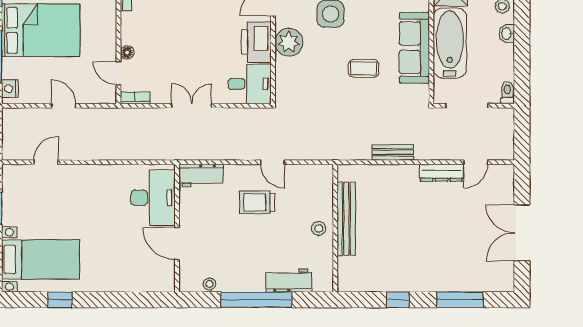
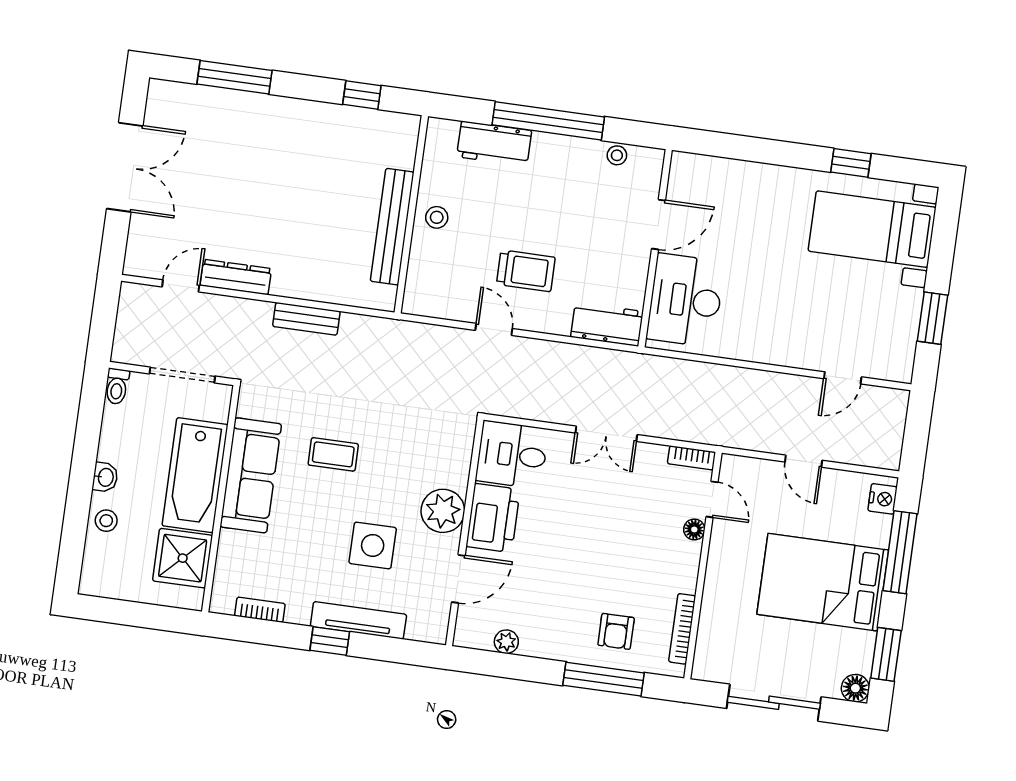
door: (177, 244) -> (658, 225), hinge flipped
window: (398, 300) -> (362, 95), moved

